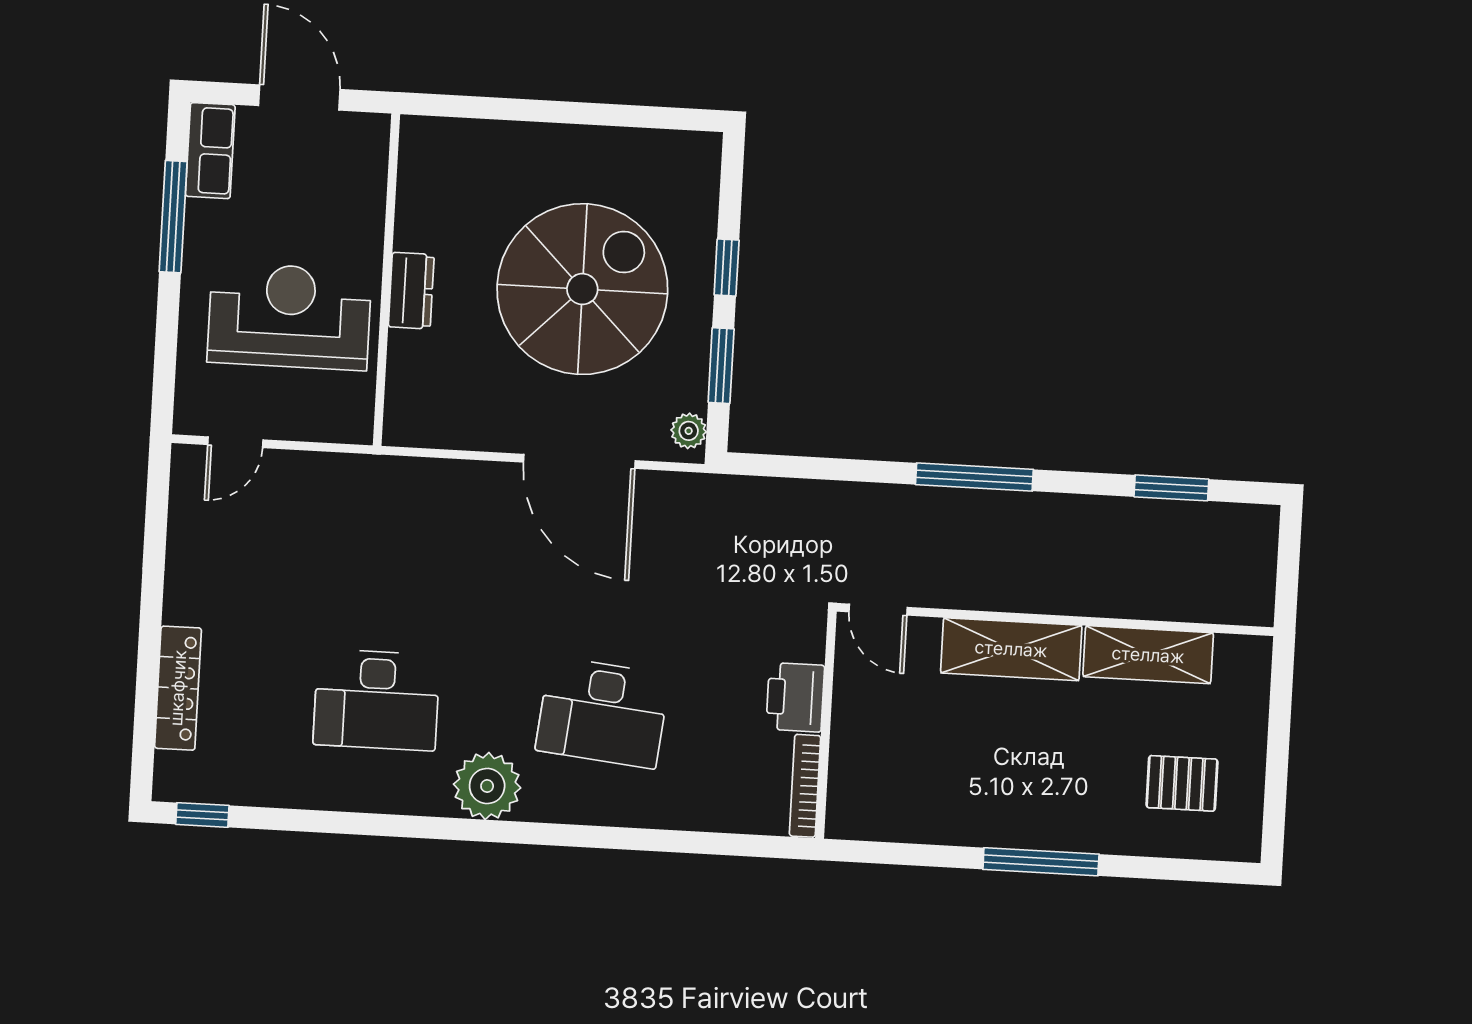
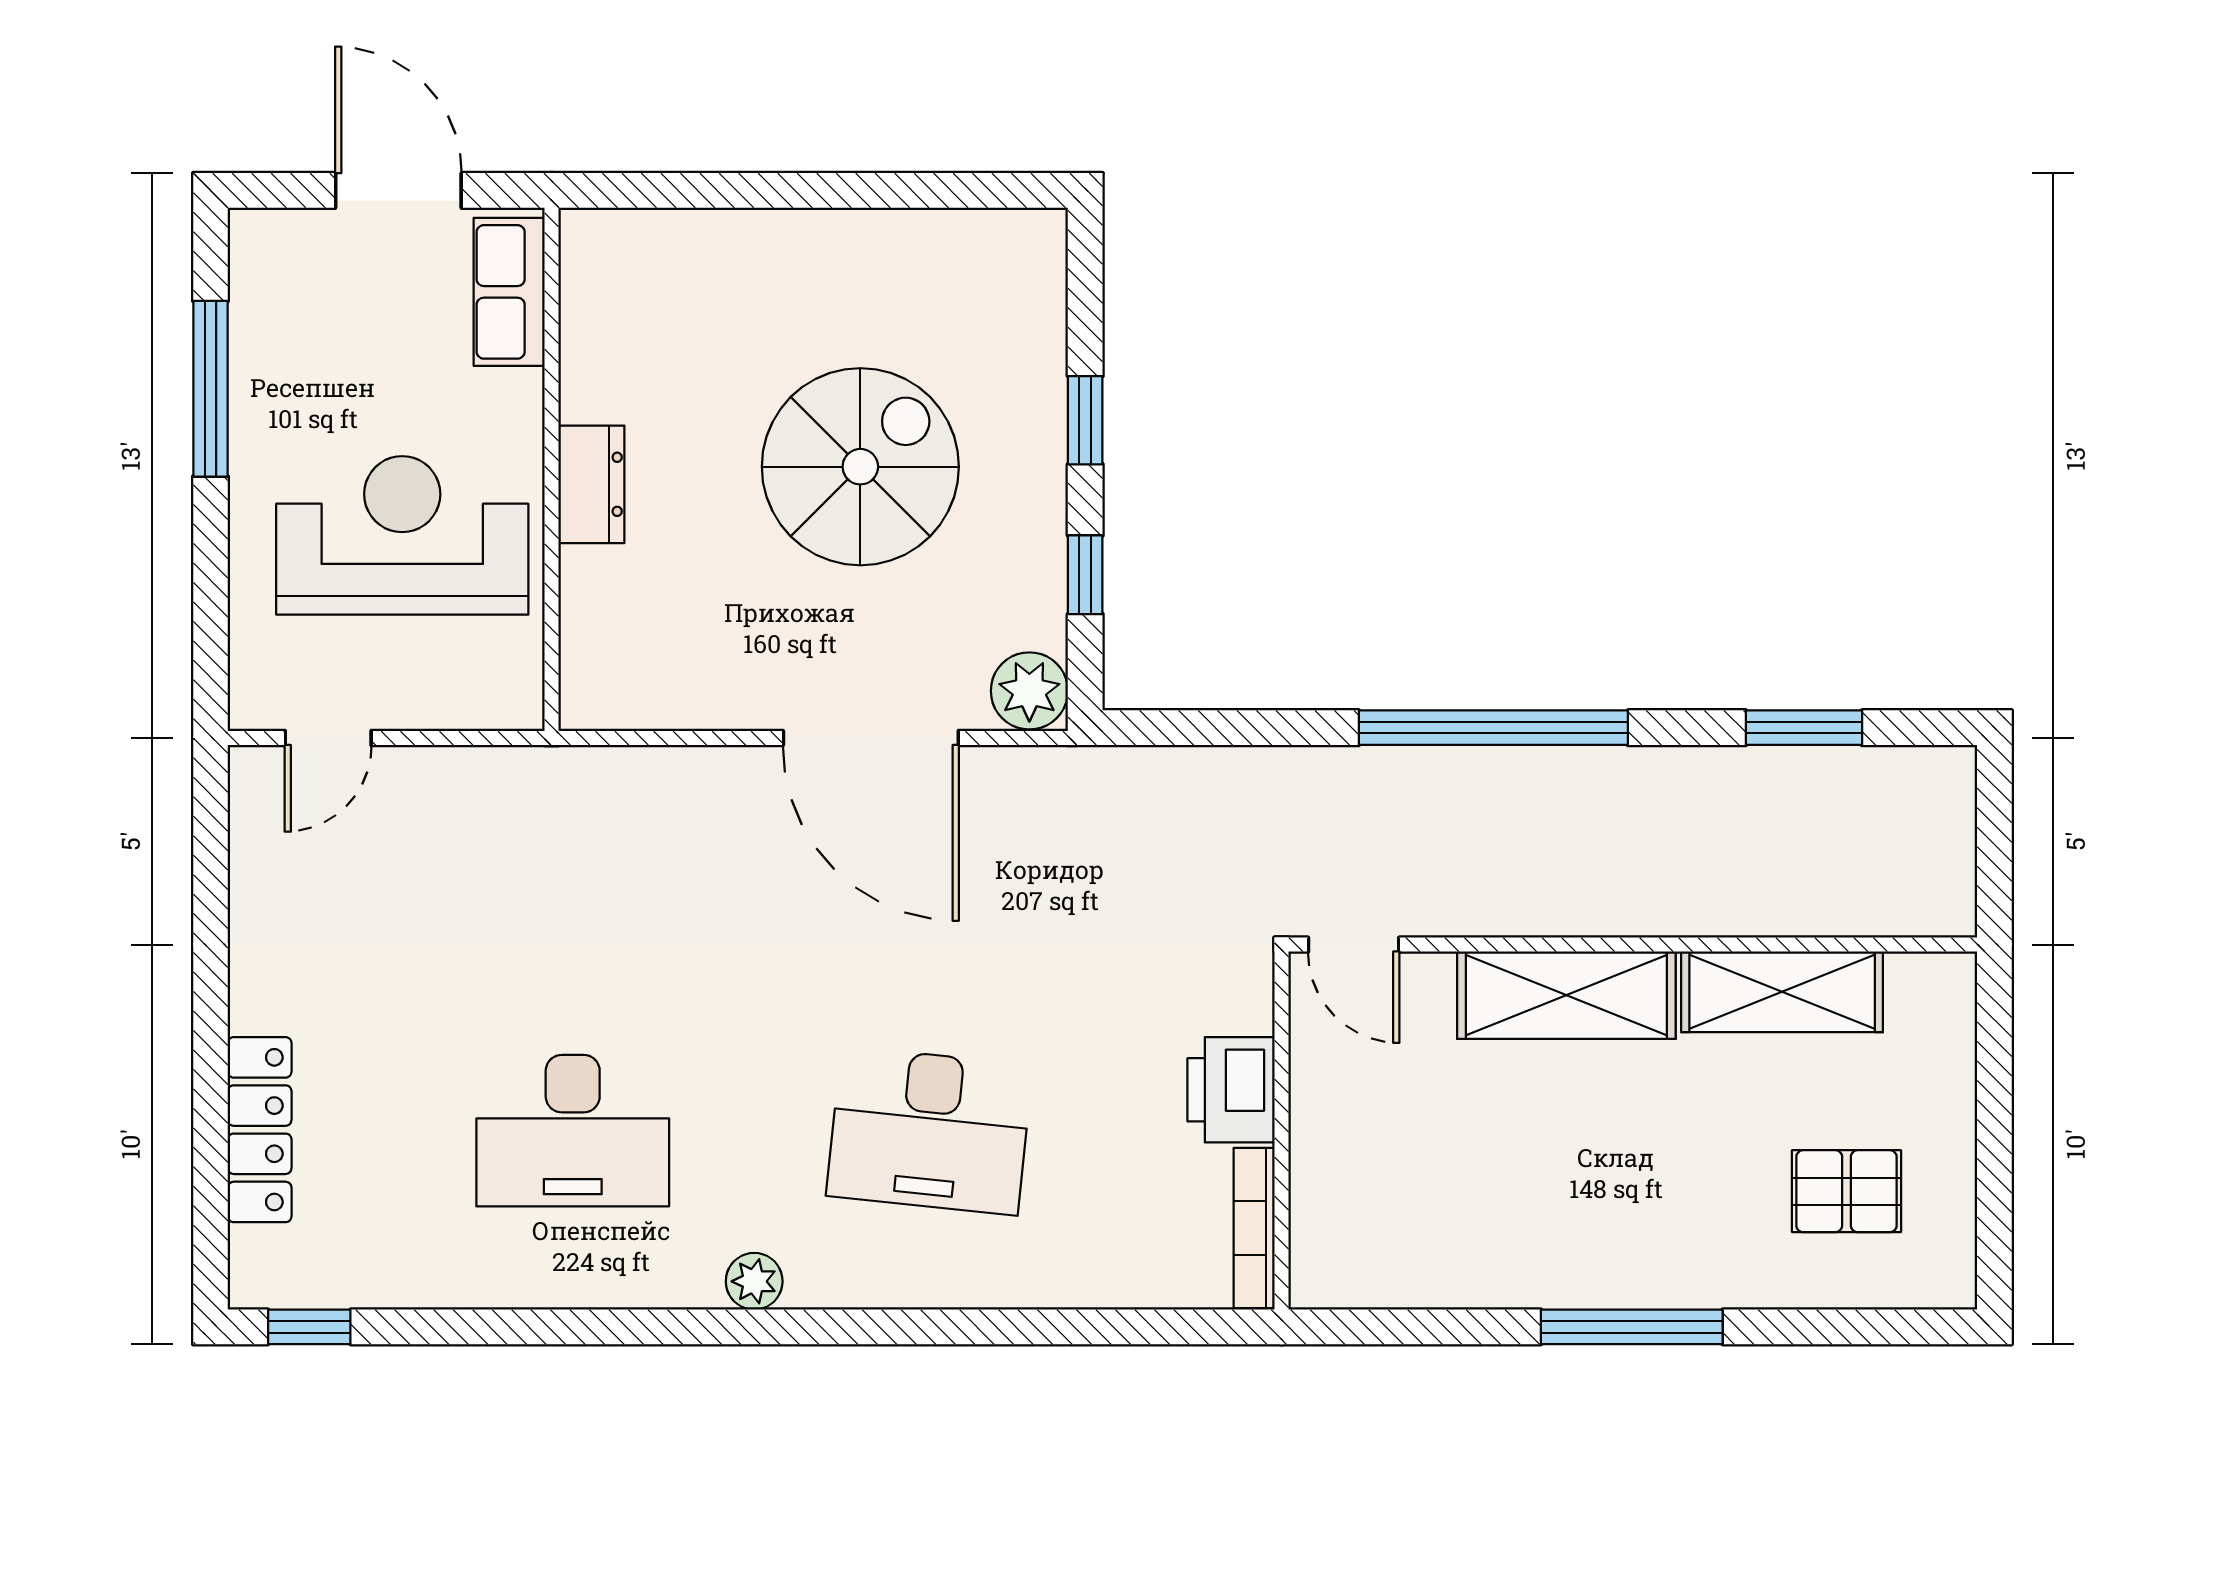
row of seats: (210, 151) -> (509, 292), moved, turned 180
spiral stairs: (582, 289) -> (860, 467), width x0.73, depth x0.73
window: (721, 366) -> (1085, 575), width x0.67
plant: (689, 431) -> (1029, 691), width x1.38, depth x1.38
window: (974, 477) -> (1493, 728), width x1.46
plant: (487, 786) -> (754, 1281), width x0.53, depth x0.53

